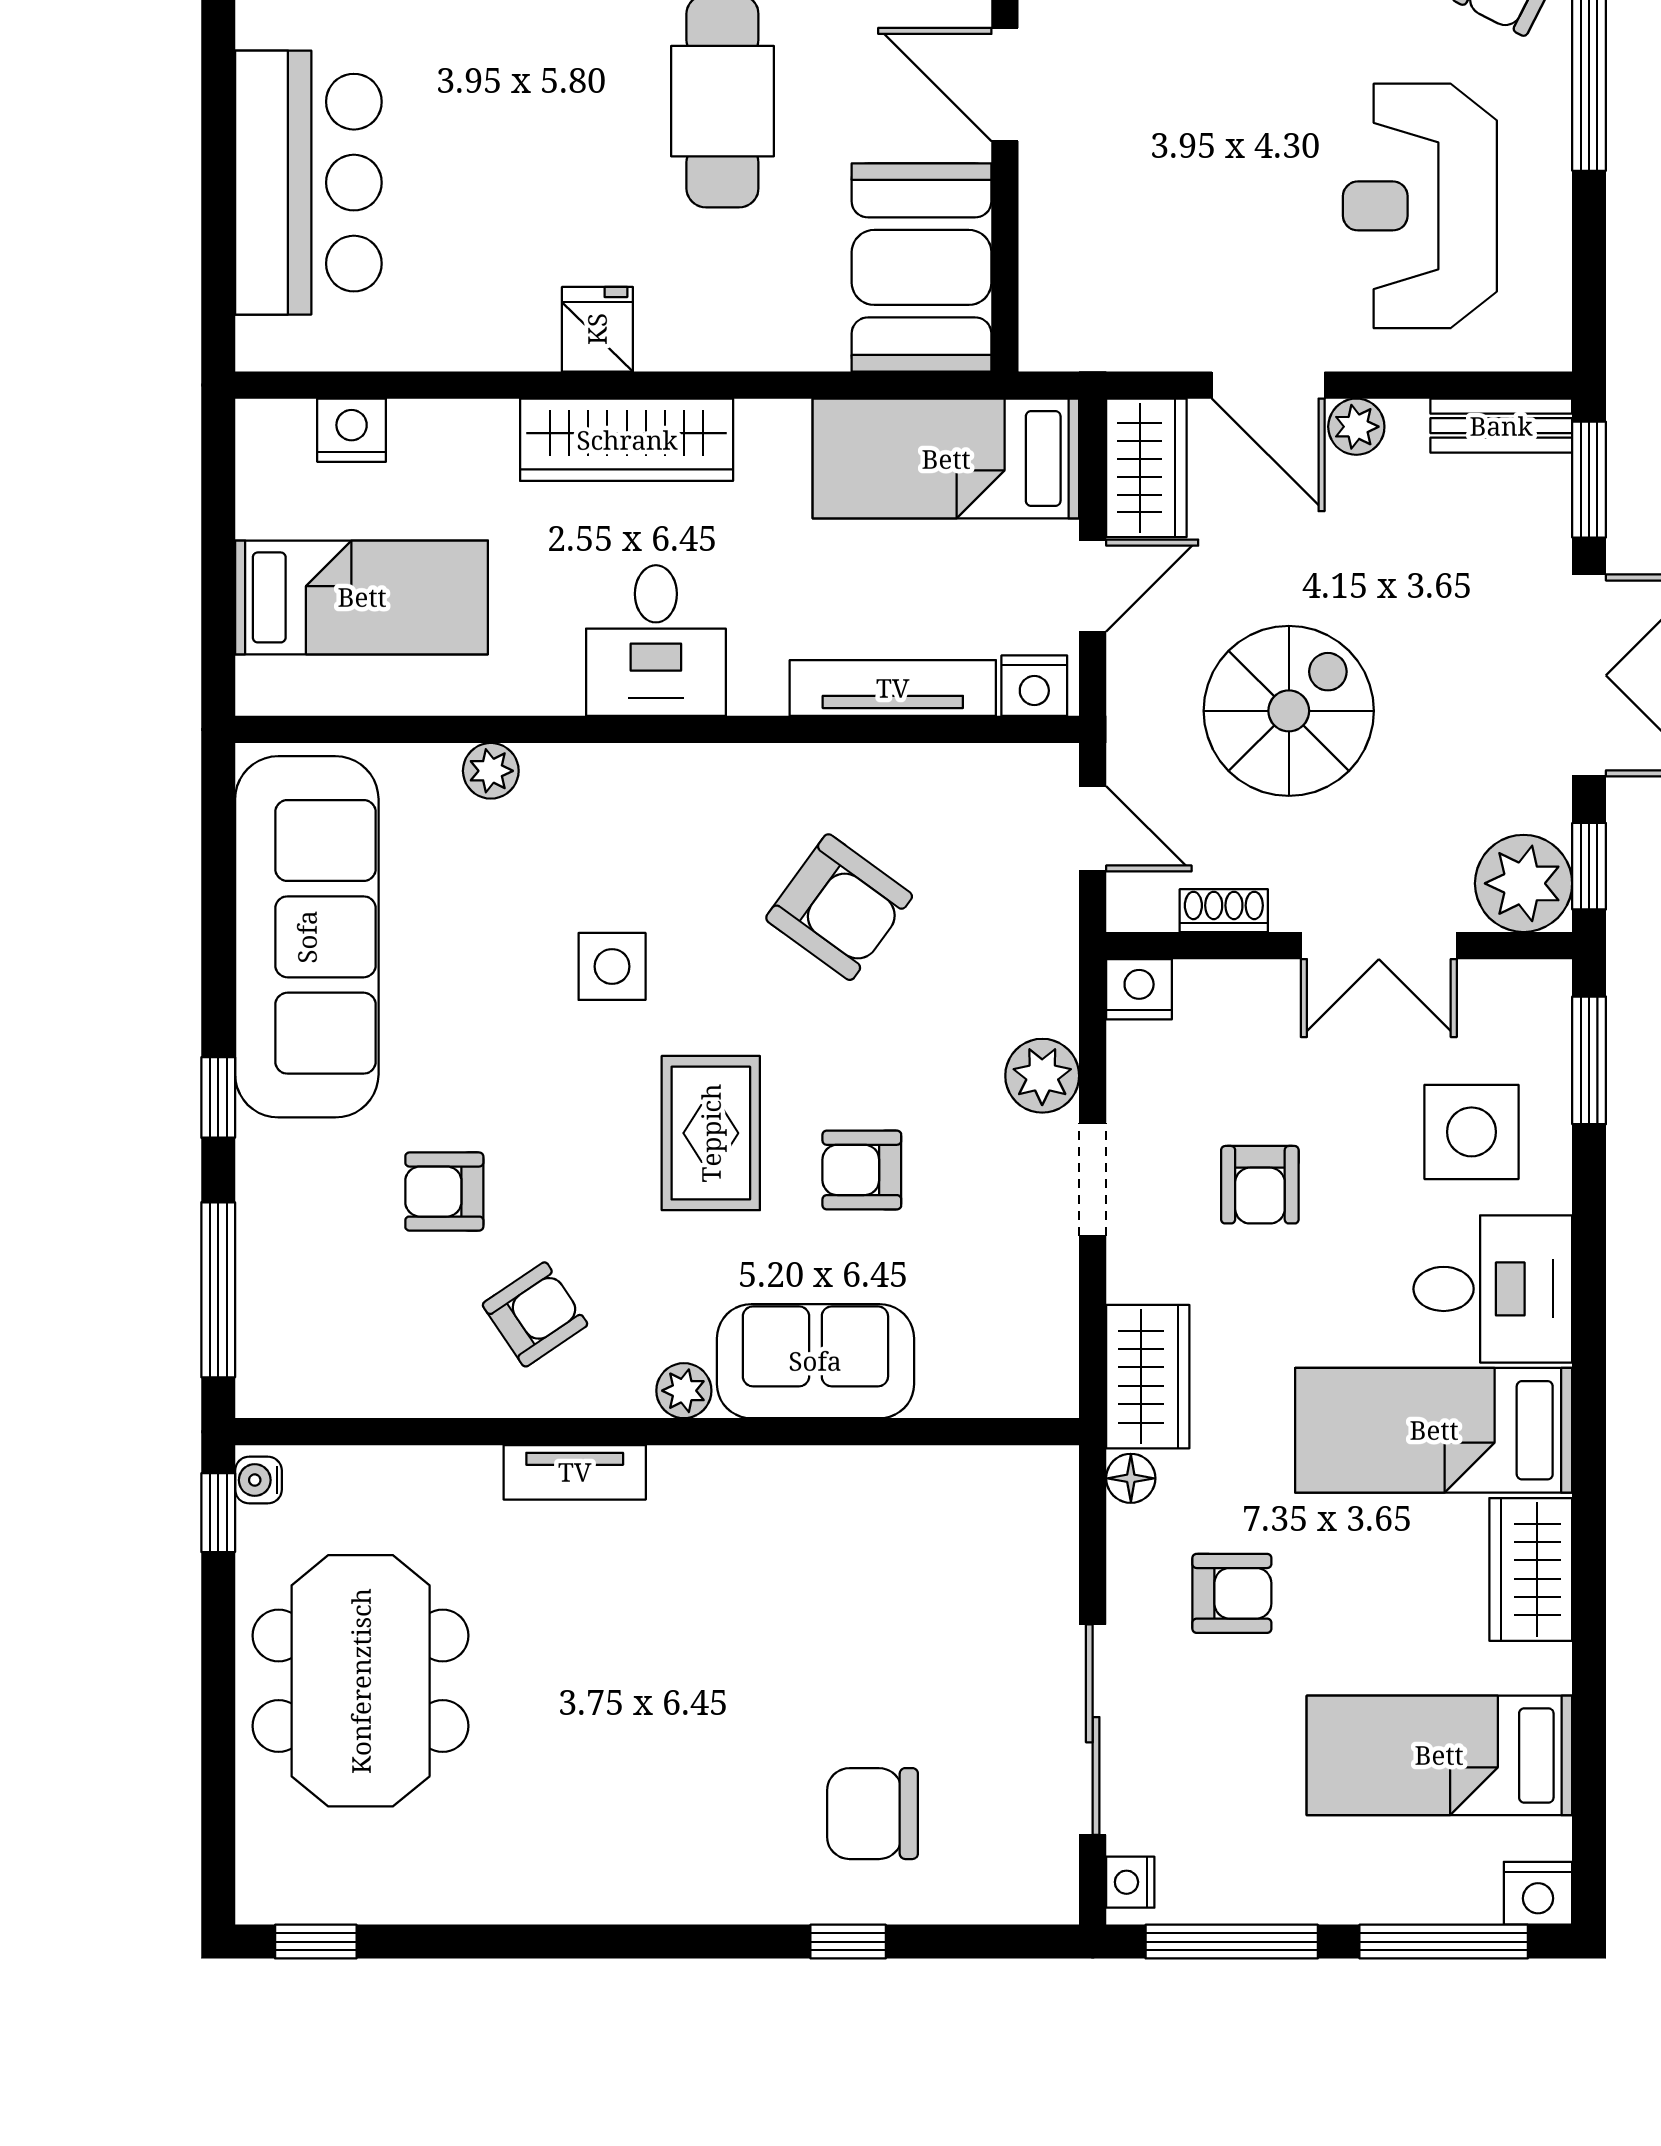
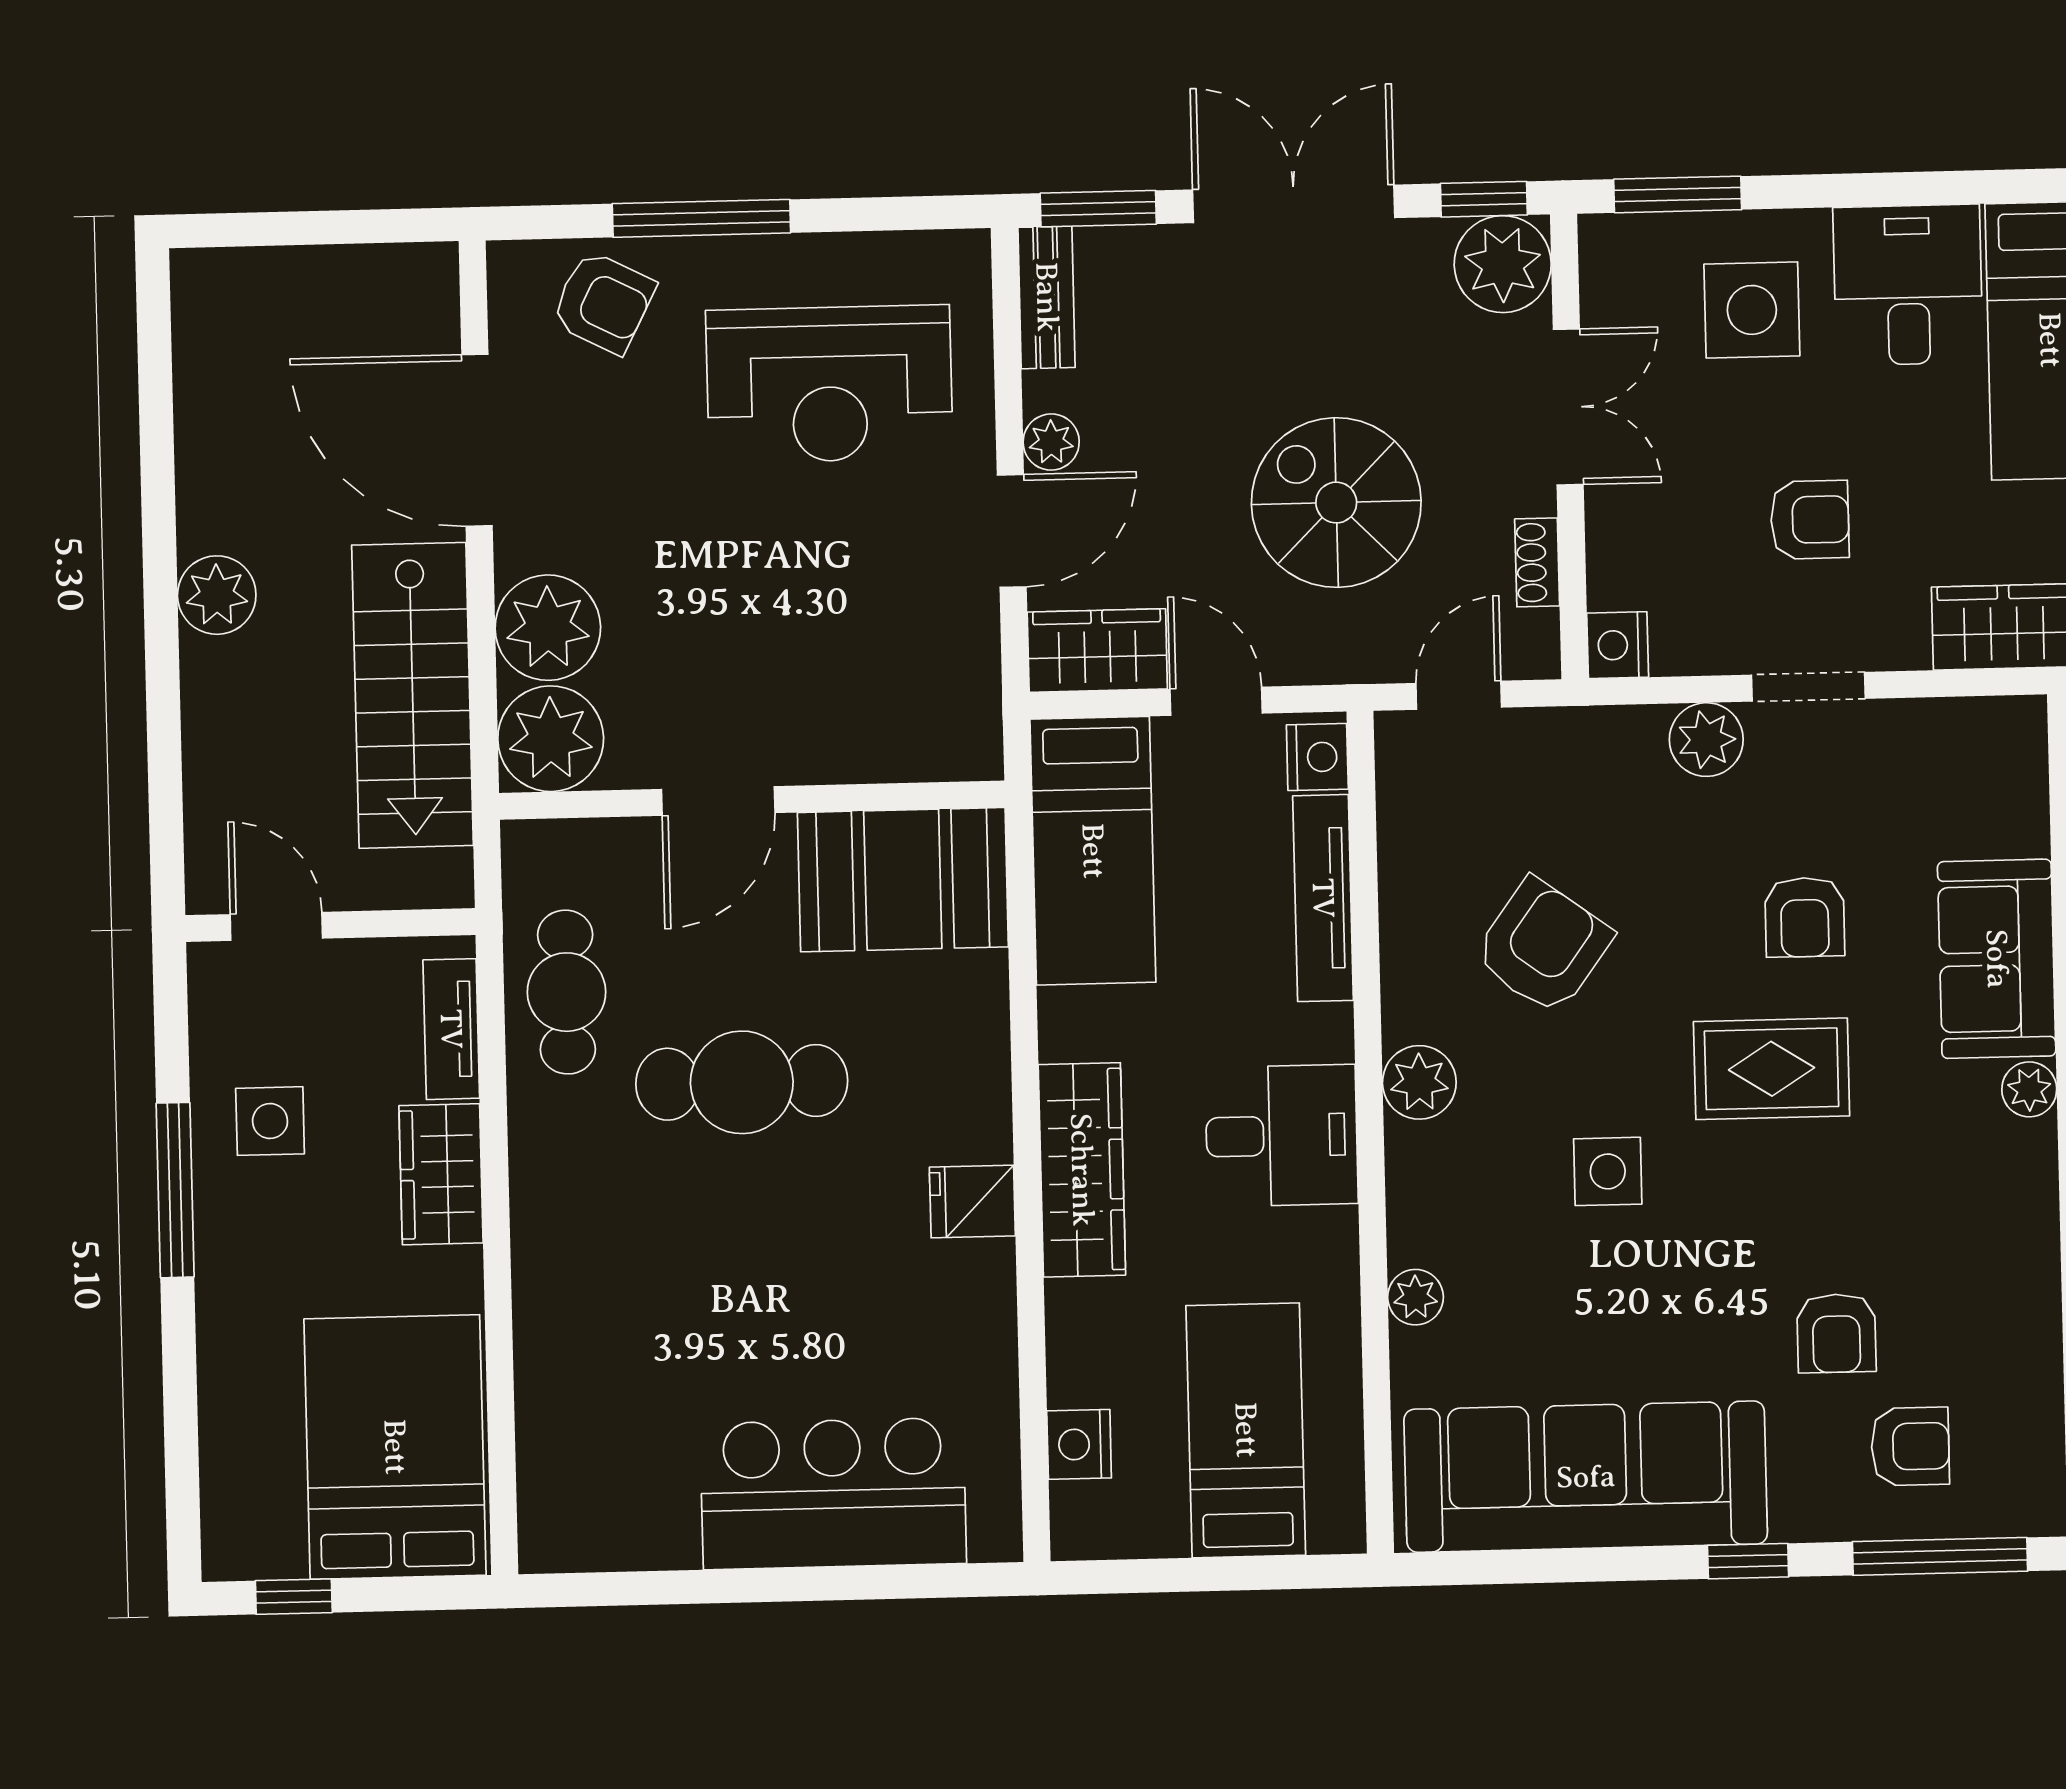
plant: (706, 780) -> (1419, 1082), added
armchair: (535, 1314) -> (1910, 1446), moved, turned 124

